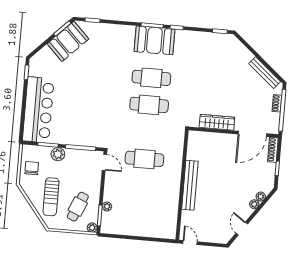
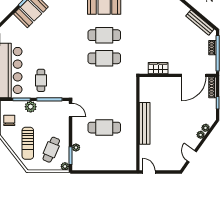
wardrobe: (217, 122) -> (158, 68), width x0.67
cafe table: (73, 124) -> (41, 80), added
cafe table: (144, 159) -> (104, 128), moved

